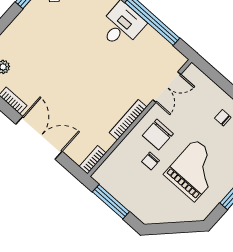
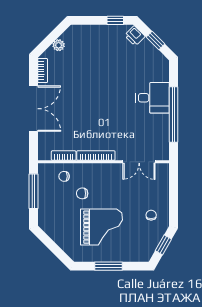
chair: (158, 135) -> (64, 176), moved, width x0.54, depth x0.54
bookcase: (93, 160) -> (64, 156), moved

